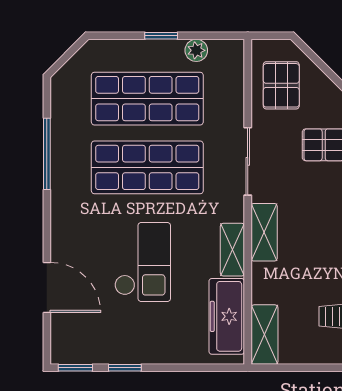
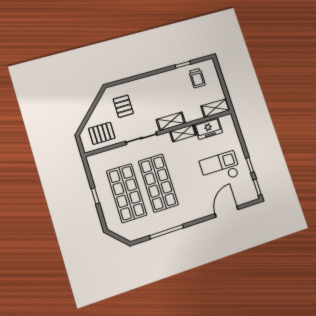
plant: (196, 50) -> (97, 177), removed
checkout: (143, 262) -> (220, 168), moved
freezer: (227, 316) -> (208, 128), width x0.71

